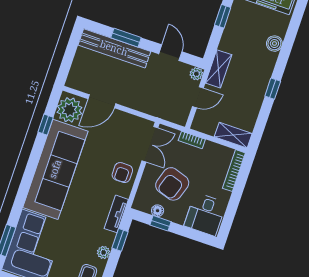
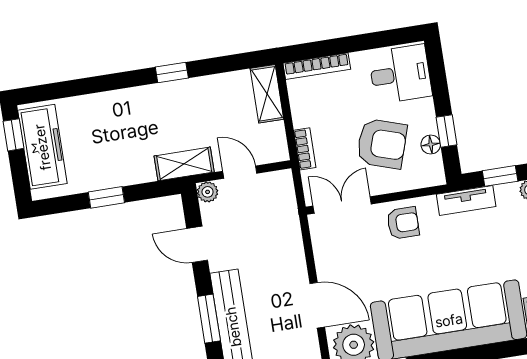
boiler: (274, 44) -> (106, 104), removed
door: (170, 53) -> (197, 244), hinge flipped

